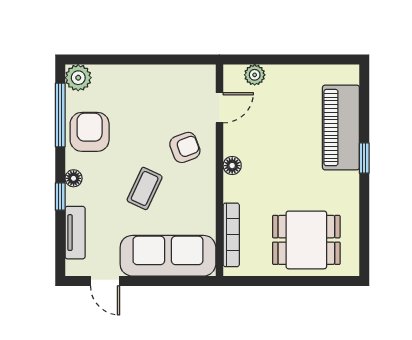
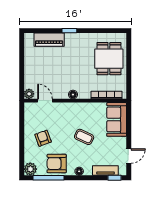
plant: (255, 75) -> (29, 94), moved
piano: (341, 128) -> (49, 40), width x0.73, depth x0.75
armchair: (185, 147) -> (43, 138), moved
window: (60, 197) -> (115, 178), moved
sofa: (168, 256) -> (117, 119), width x0.73

